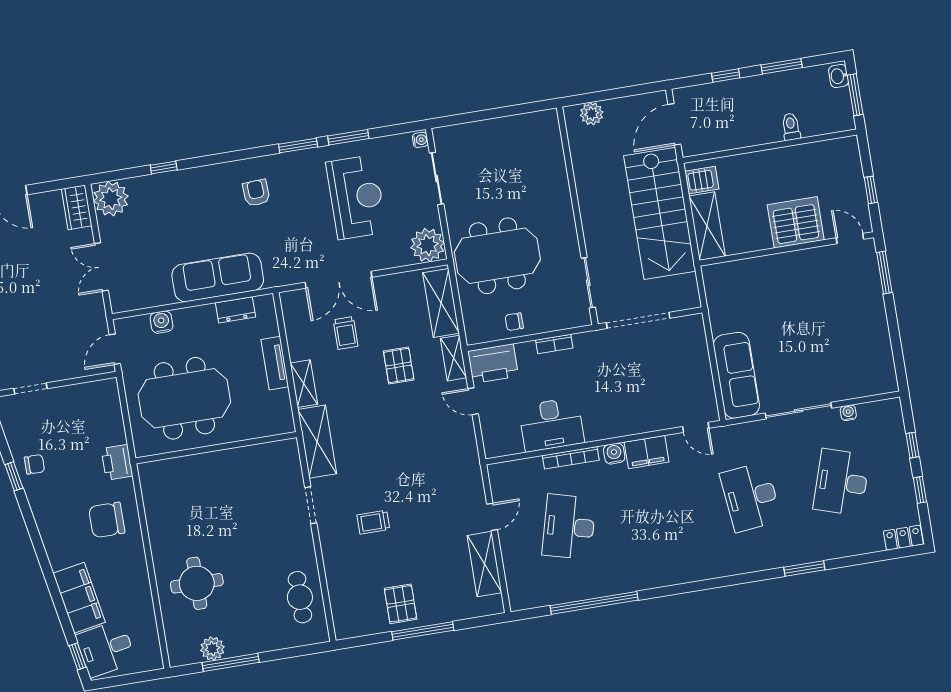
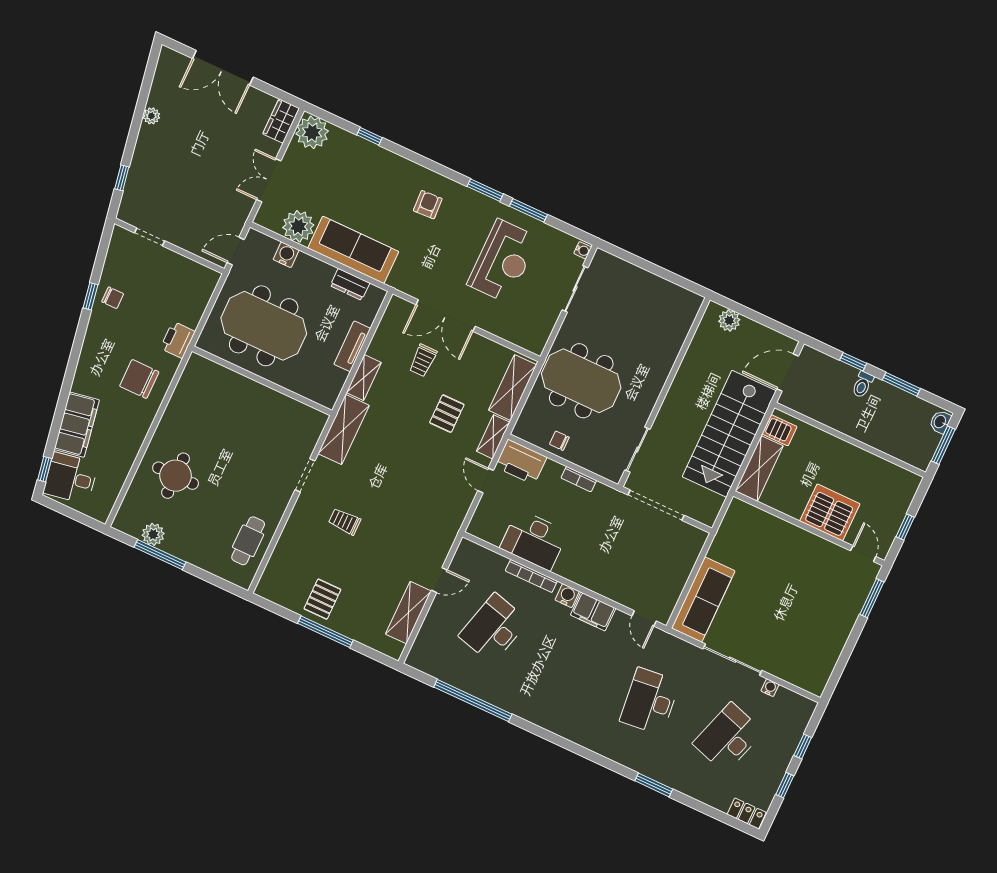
toilet: (791, 127) -> (863, 385), moved, turned 180
plant: (428, 245) -> (298, 226), moved

